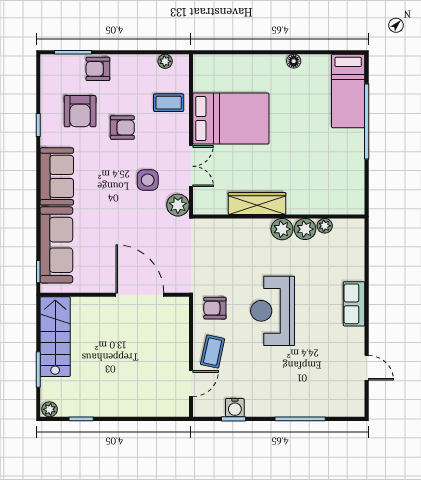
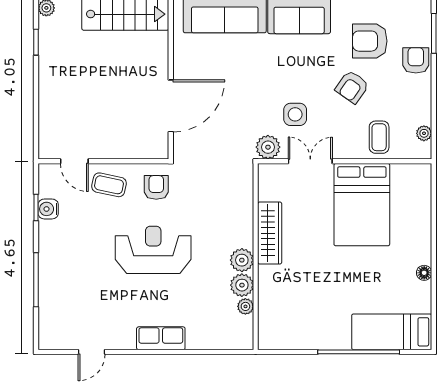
armchair: (122, 128) -> (352, 87), turned 35
double door: (191, 166) -> (310, 161), swing flipped

